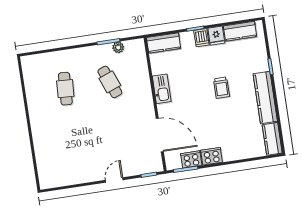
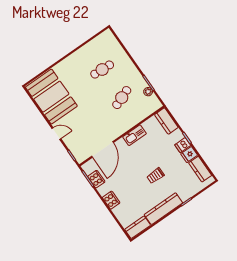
cooker: (212, 156) -> (111, 200), moved
booth: (68, 164) -> (51, 97), added

